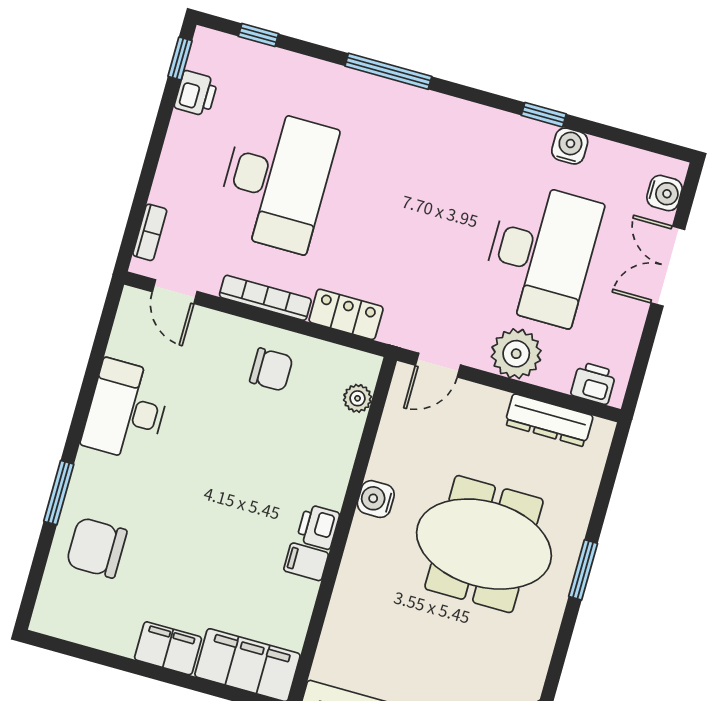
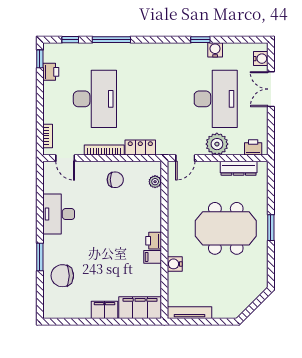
window: (388, 71) -> (111, 40), moved
water cooler: (376, 499) -> (175, 264), moved

